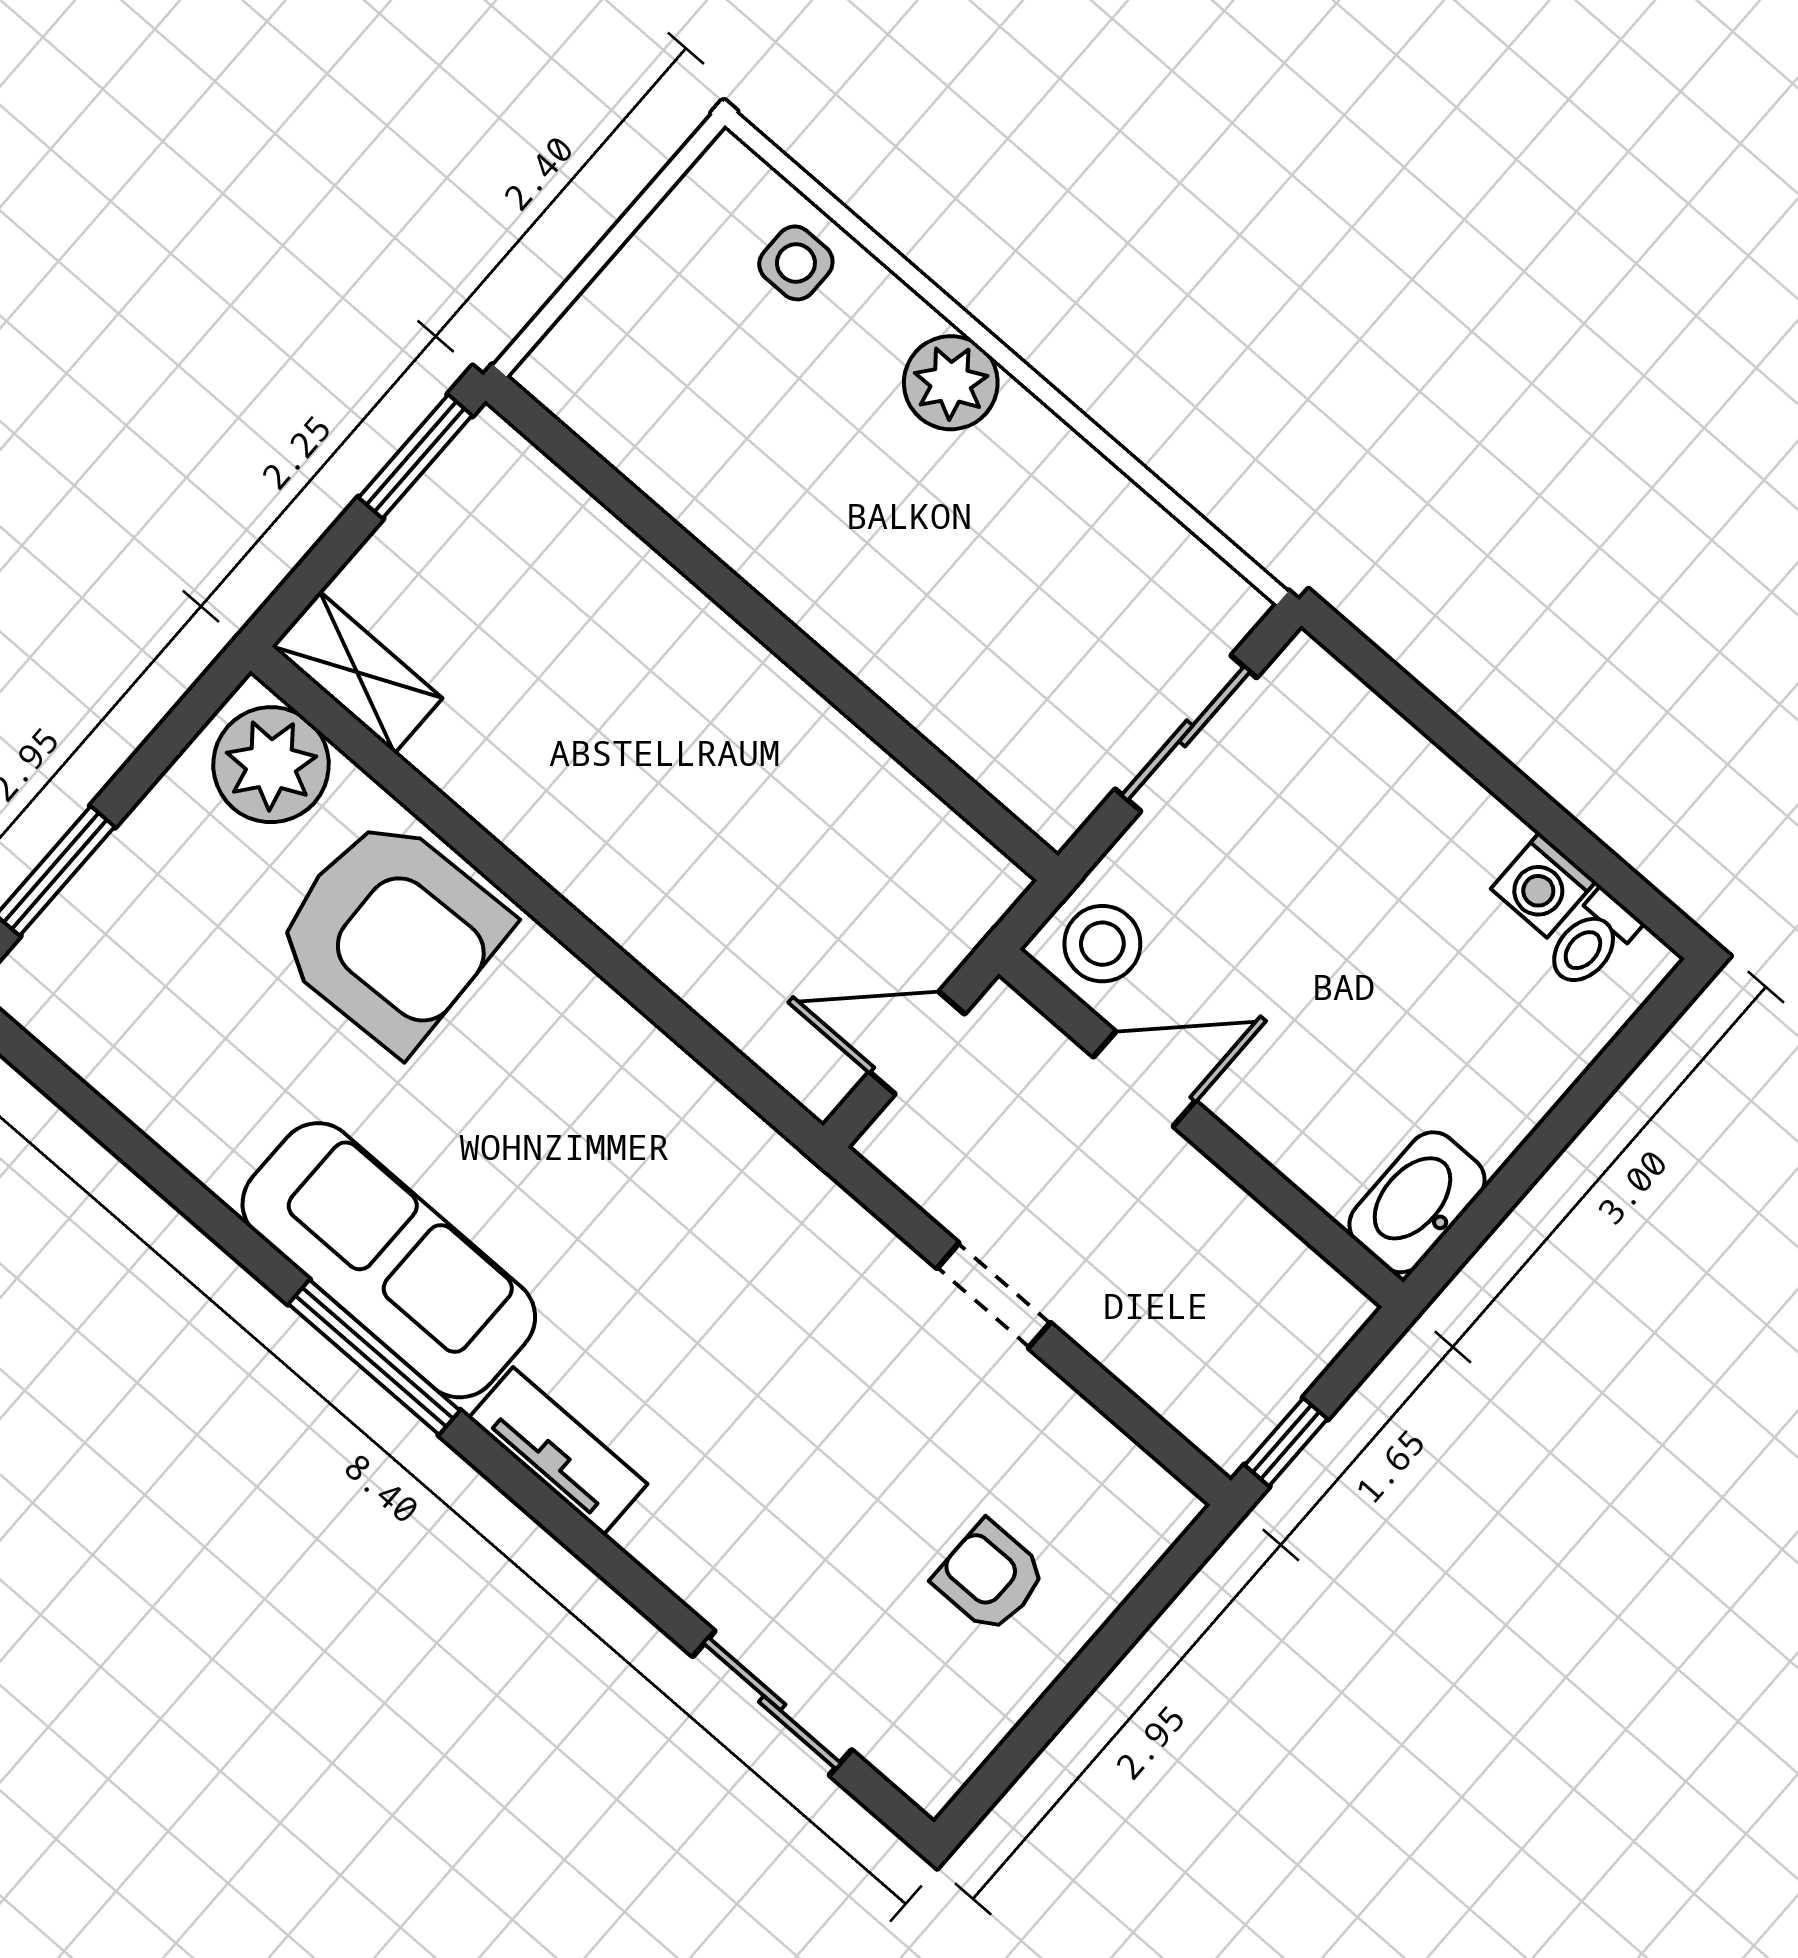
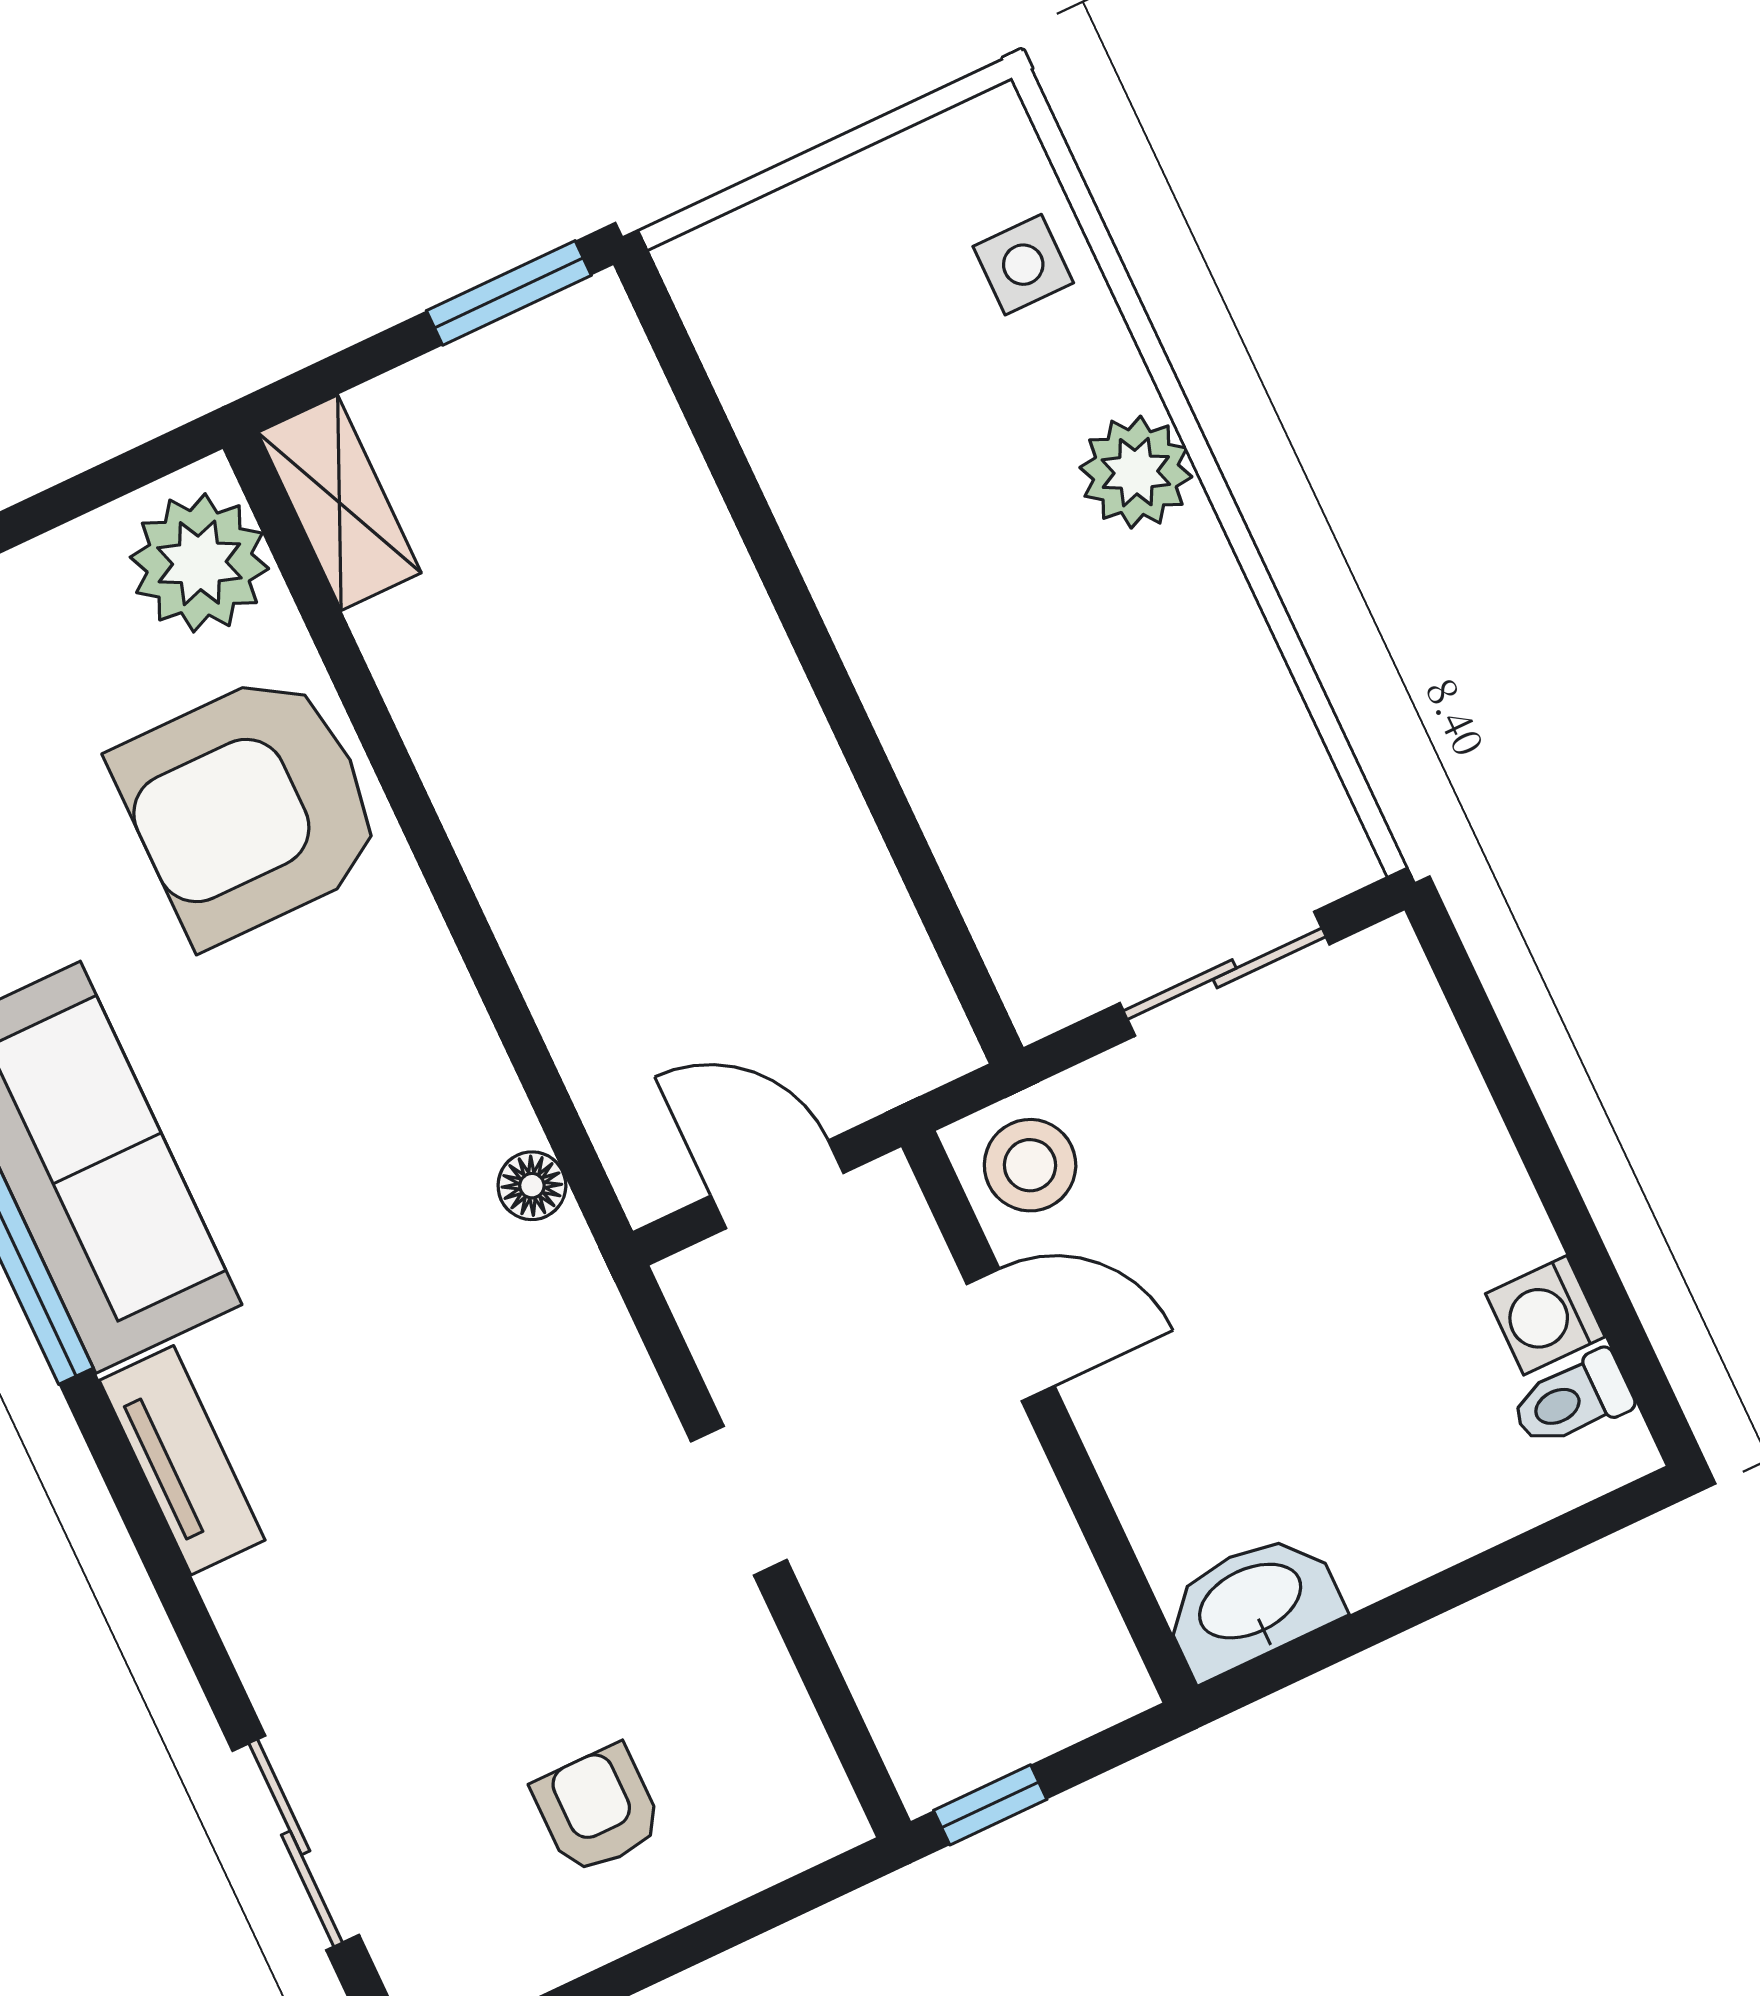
armchair: (391, 933) -> (250, 807), turned 92
floor lamp: (731, 1126) -> (532, 1186), added

